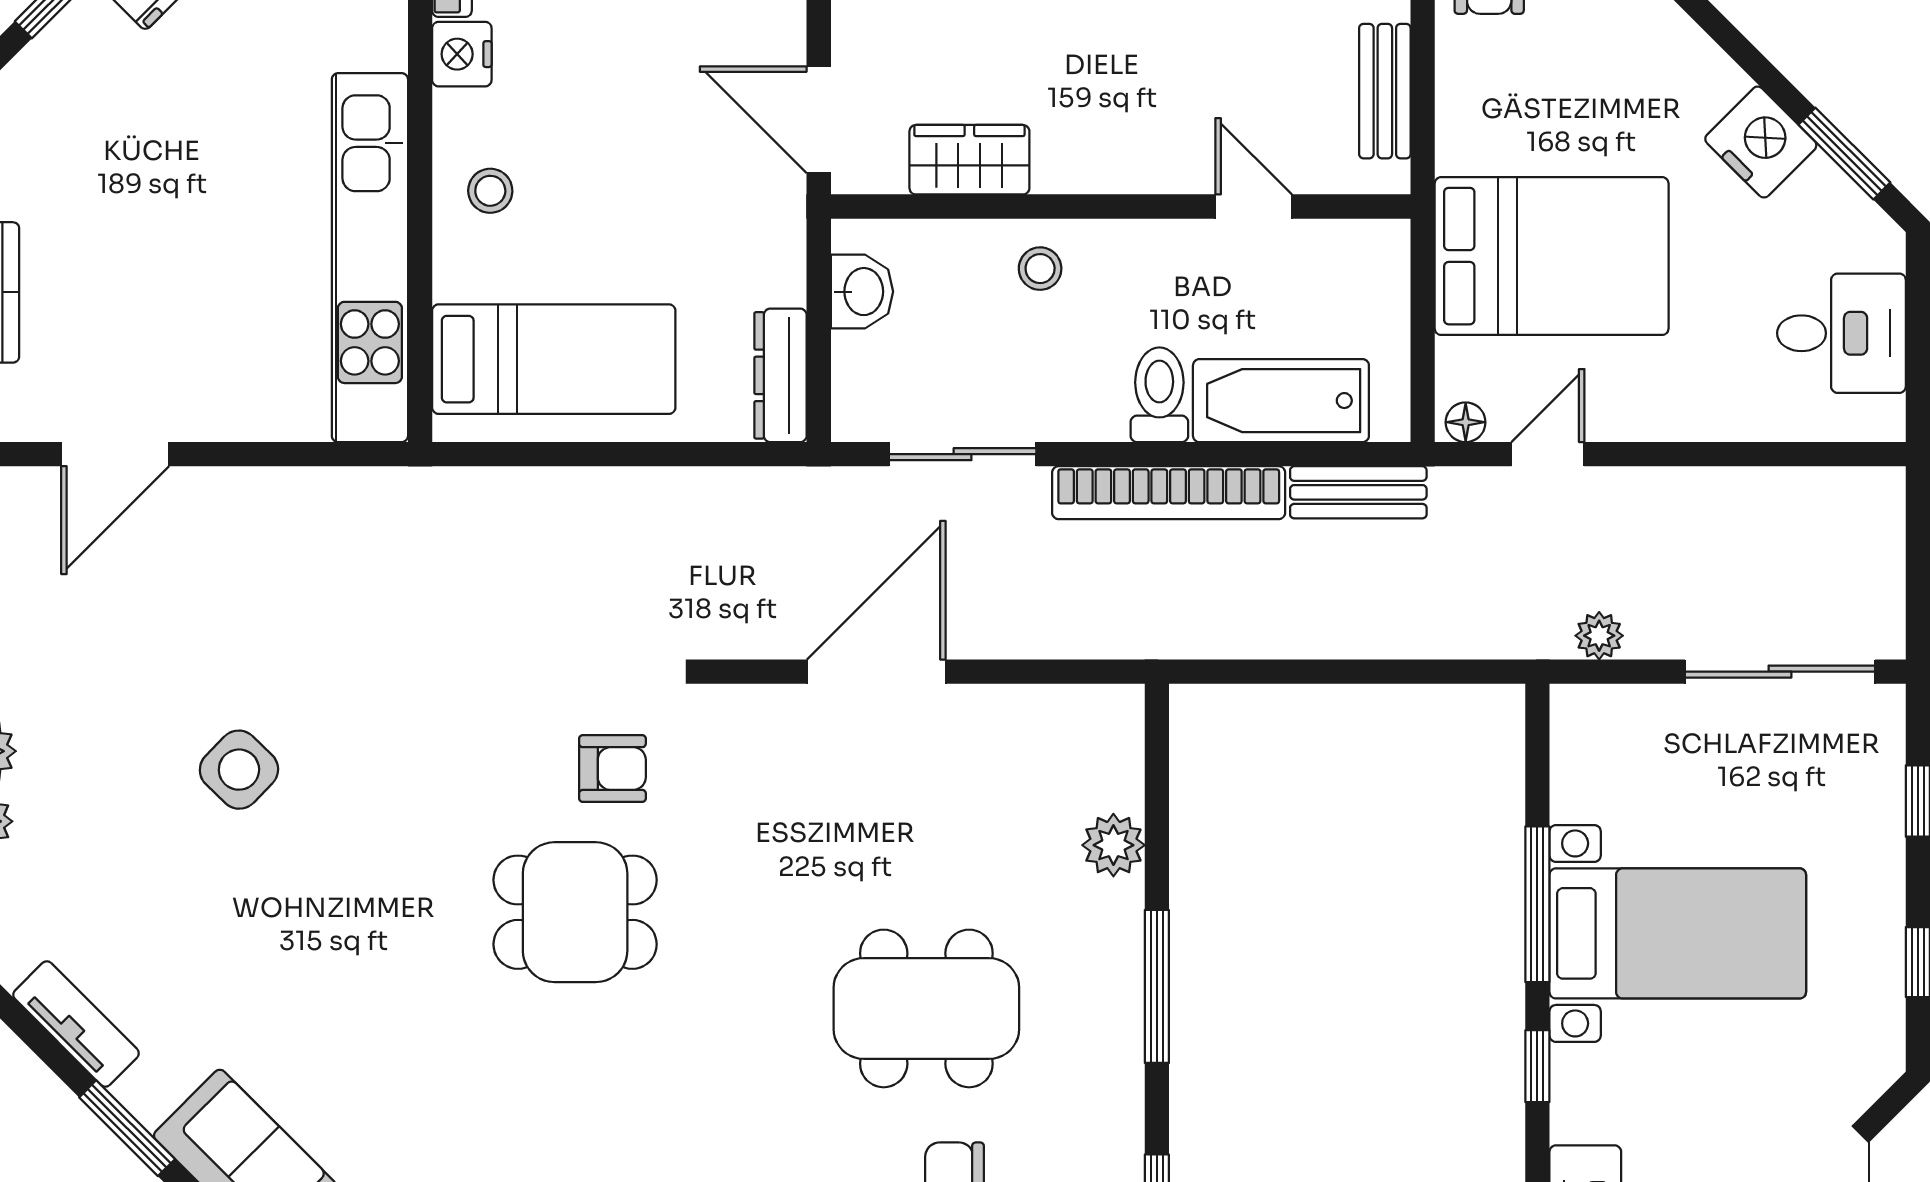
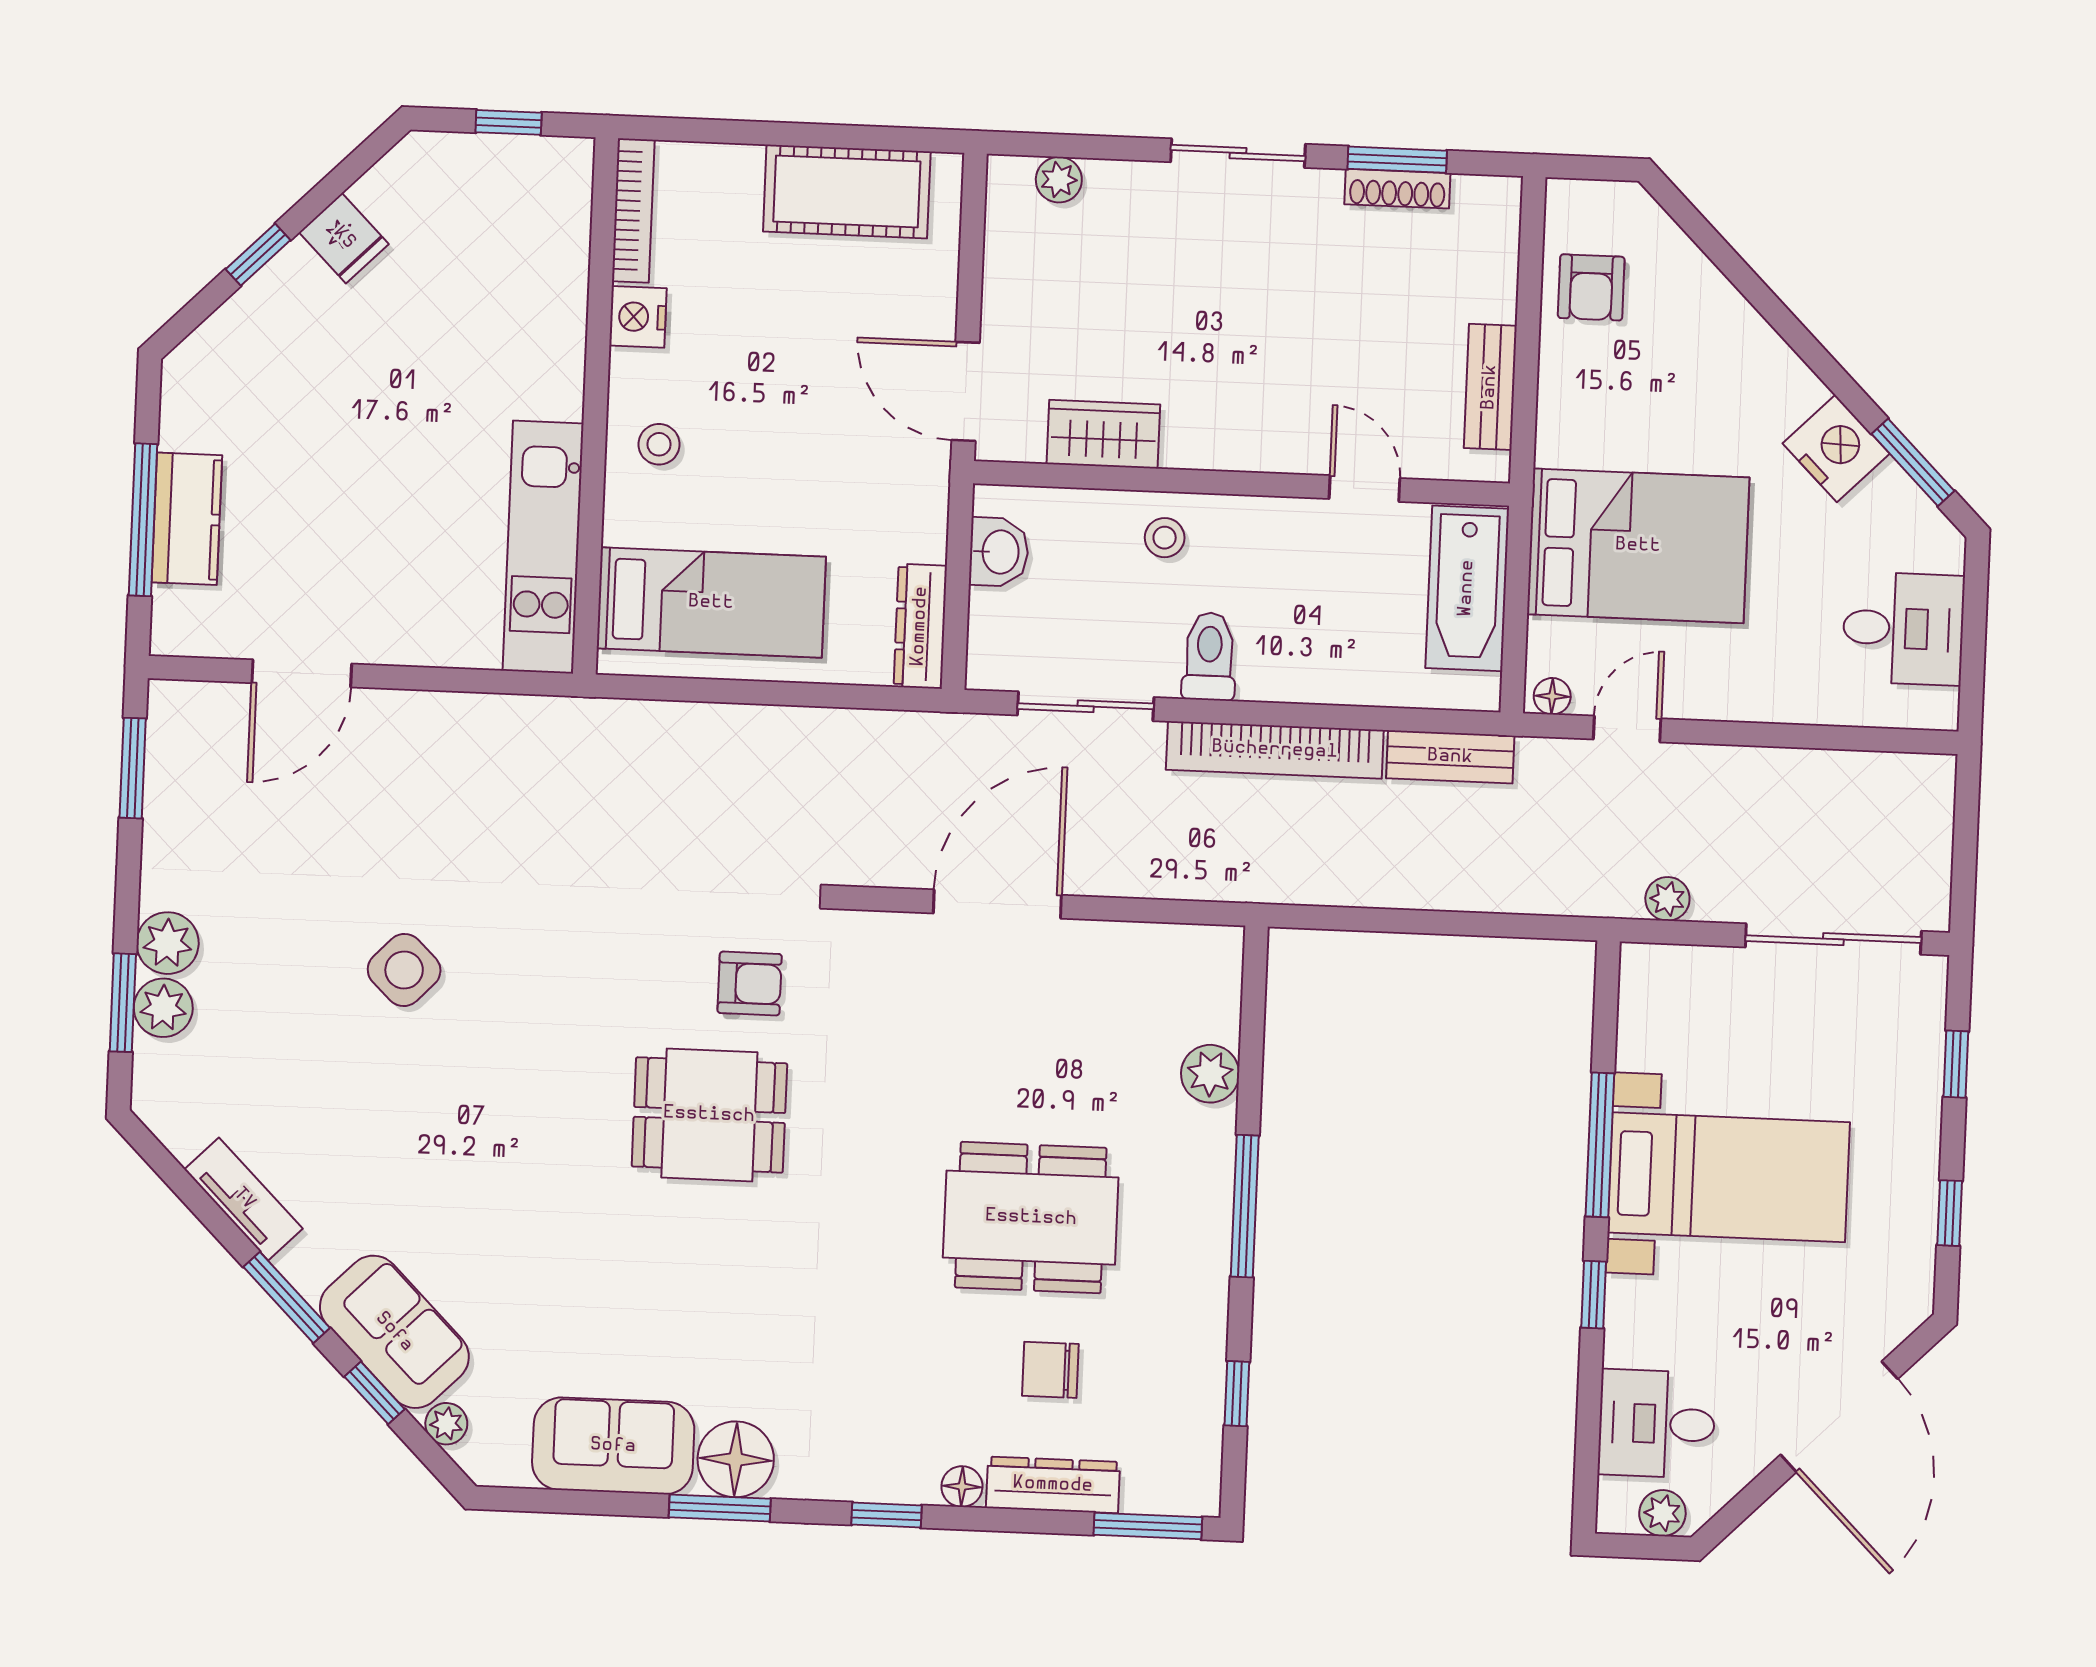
kitchen unit: (370, 258) -> (543, 547), width x0.73
toilet: (1159, 395) -> (1209, 656), moved
bathtub: (1281, 401) -> (1467, 588), moved, turned -90

